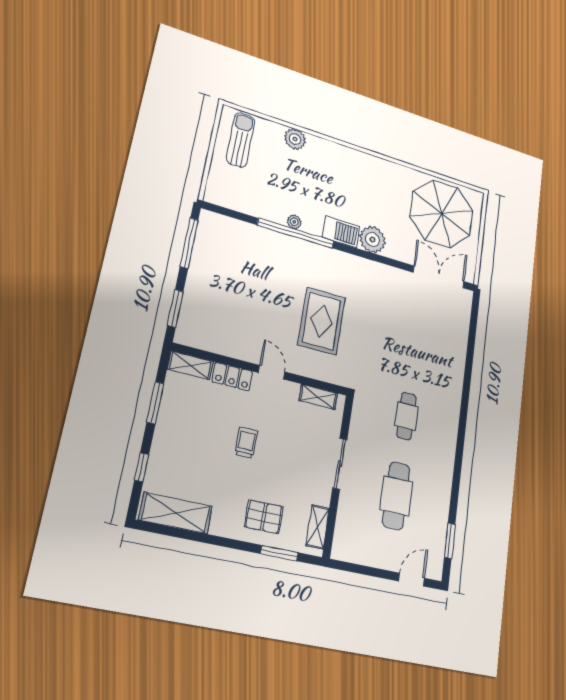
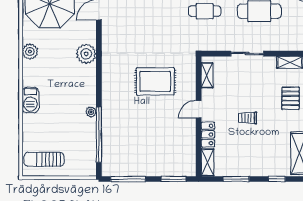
plant: (295, 139) -> (30, 52), moved
barbecue: (341, 232) -> (30, 100), moved, turned 180
window: (296, 233) -> (99, 135), moved

